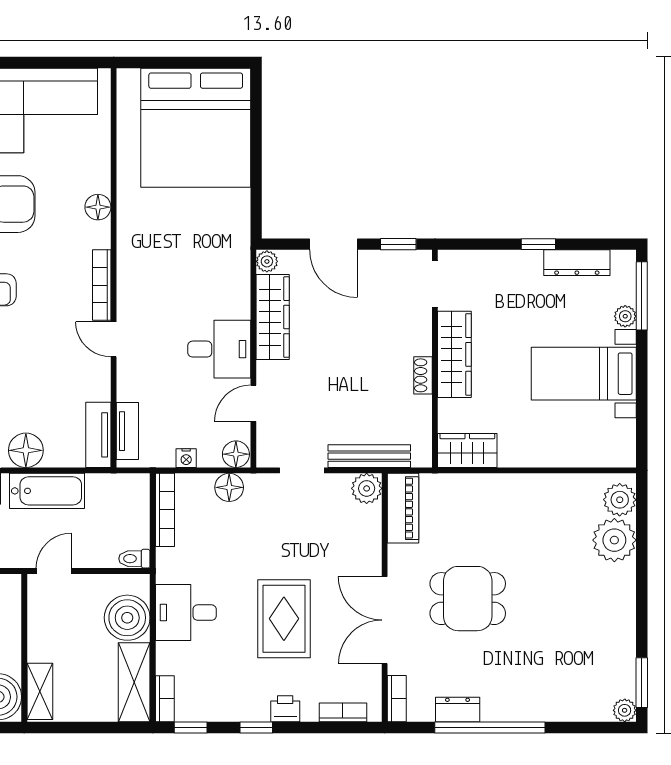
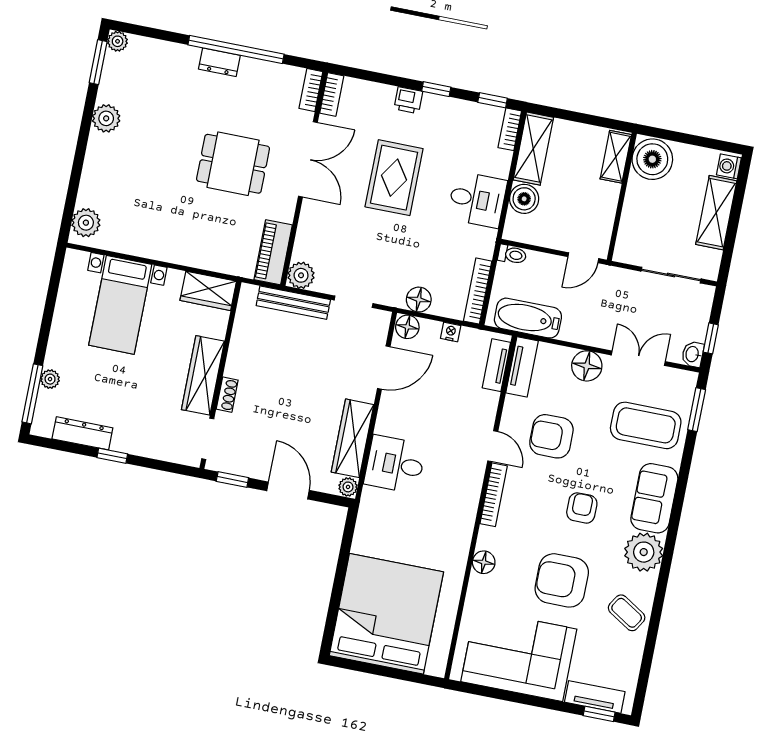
desk: (219, 349) -> (395, 464), moved
armchair: (50, 364) -> (551, 436), added
bed with nightstands: (584, 374) -> (120, 305), moved, turned 90
shoe rack: (423, 375) -> (227, 395), moved
door: (253, 403) -> (384, 368), width x1.38
bathtub: (47, 491) -> (528, 318), moved
plant: (614, 540) -> (106, 118), moved, width x0.73, depth x0.73
boiler: (127, 618) -> (524, 199), width x0.73, depth x0.73
dresser: (458, 709) -> (219, 62), moved
bookcase: (343, 712) -> (332, 94), moved, turned -90

